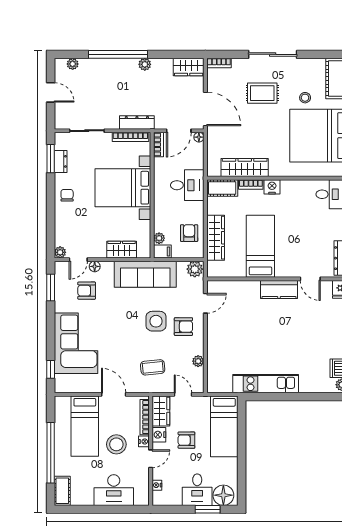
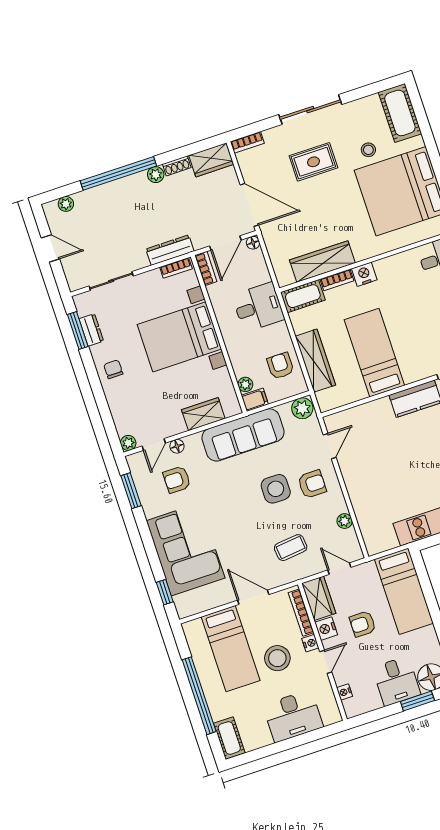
shoe rack: (162, 63) -> (177, 166), added
bookcase: (130, 137) -> (176, 268), width x0.64

